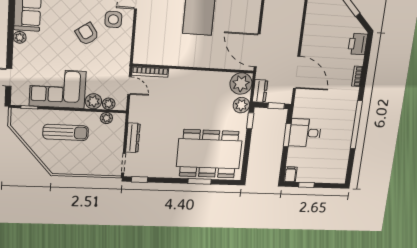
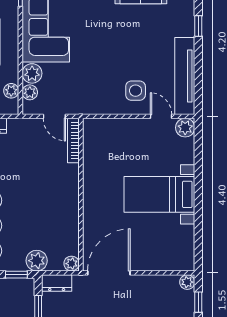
armchair: (87, 34) -> (116, 60), removed
plant: (241, 84) -> (72, 264), width x0.53, depth x0.53
door: (130, 86) -> (54, 116), hinge flipped

